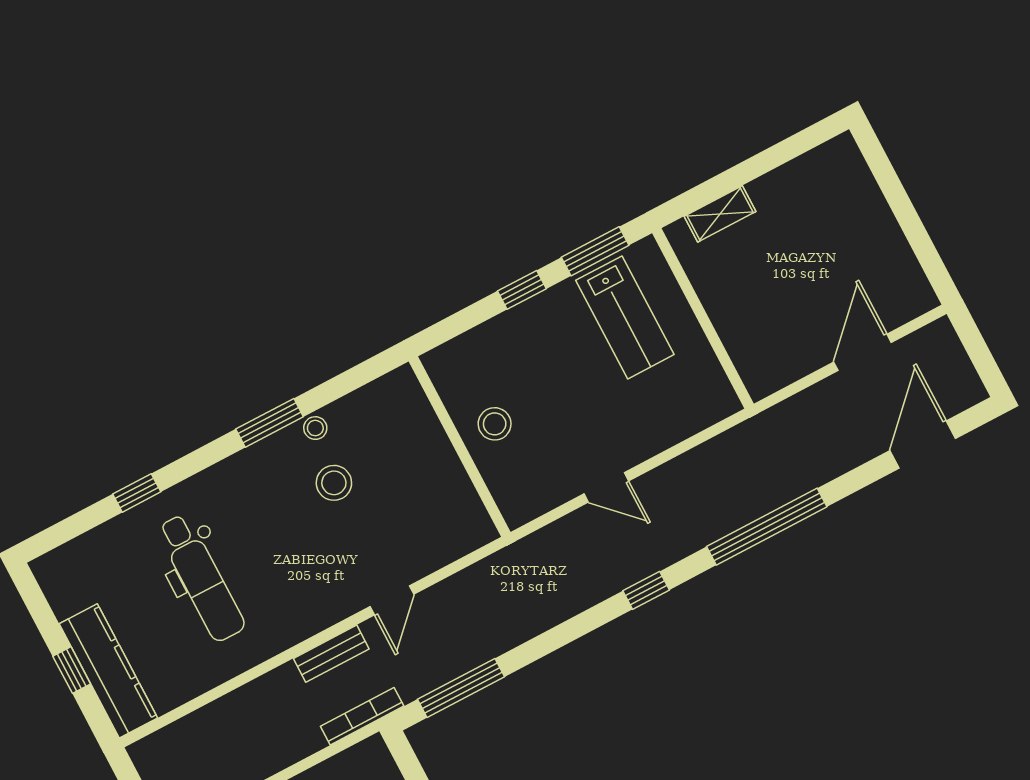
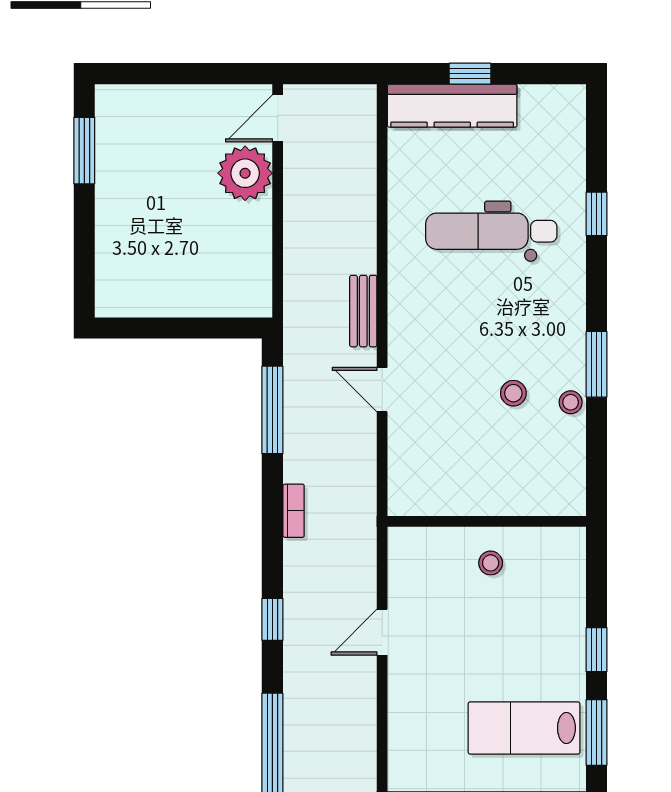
stool: (495, 424) -> (491, 563), width x0.73, depth x0.73
stool: (334, 483) -> (513, 393), width x0.73, depth x0.73
bookcase: (362, 716) -> (294, 511), moved, width x0.64

